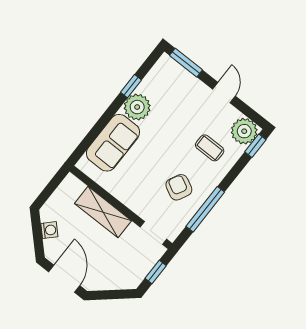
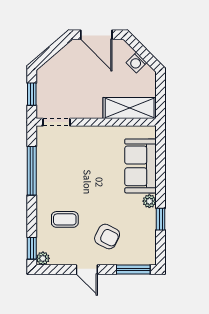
plant: (137, 107) -> (149, 201), width x0.53, depth x0.53
plant: (244, 131) -> (43, 258), width x0.53, depth x0.53
armchair: (179, 187) -> (107, 237), moved
shelving: (103, 212) -> (130, 108), moved

